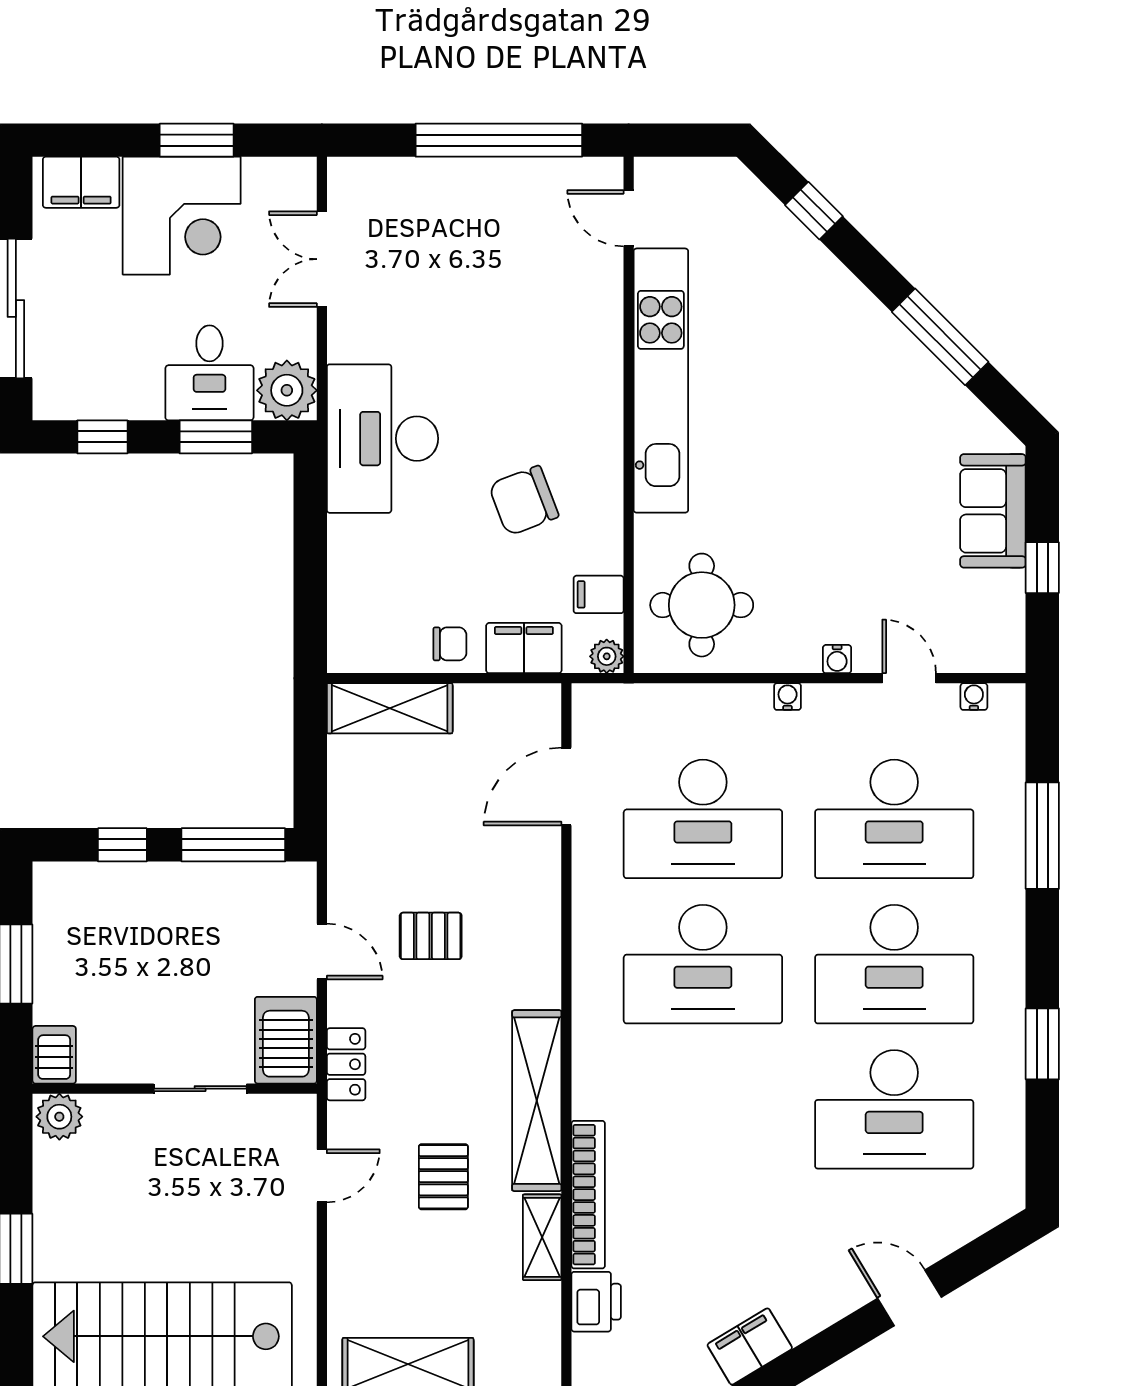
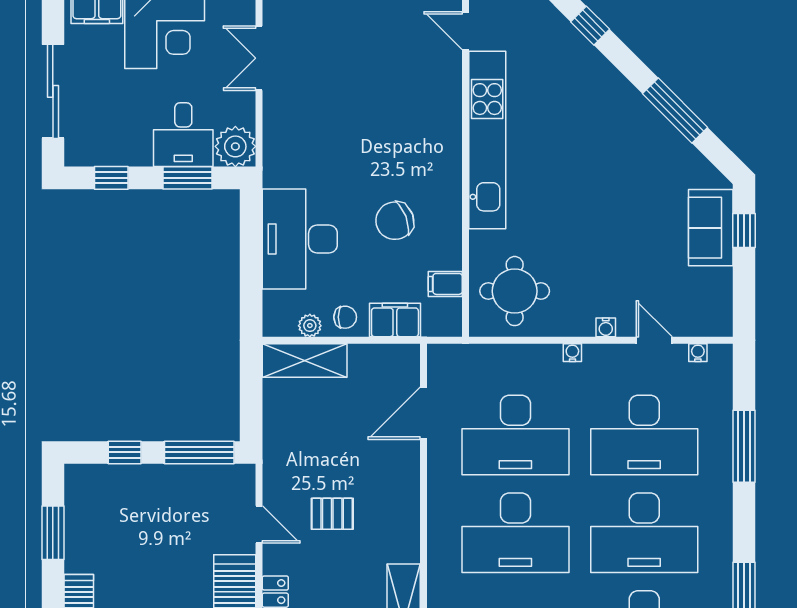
desk: (382, 439) -> (300, 239), moved
window: (1042, 568) -> (744, 231), moved
plant: (607, 656) -> (310, 326), moved

